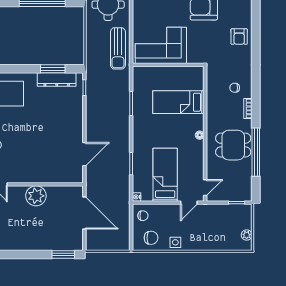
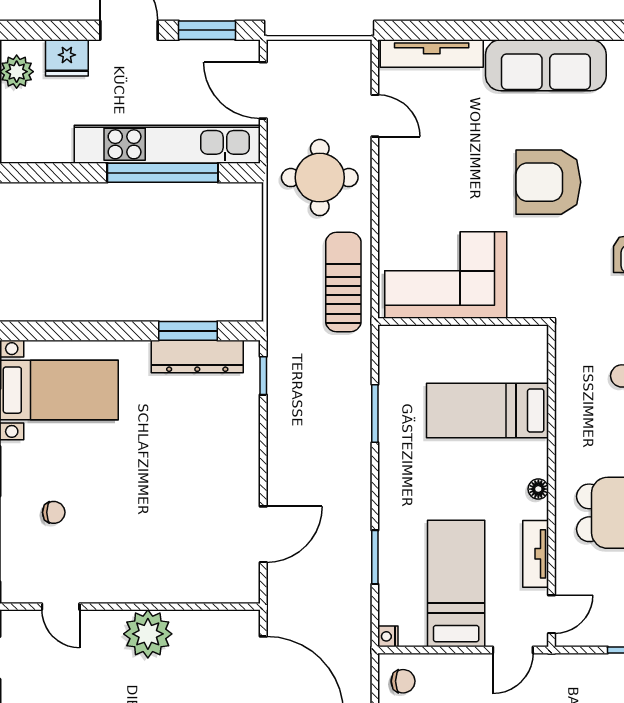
sun lounger: (118, 48) -> (343, 282), turned 180
tv unit: (198, 162) -> (536, 554), added

